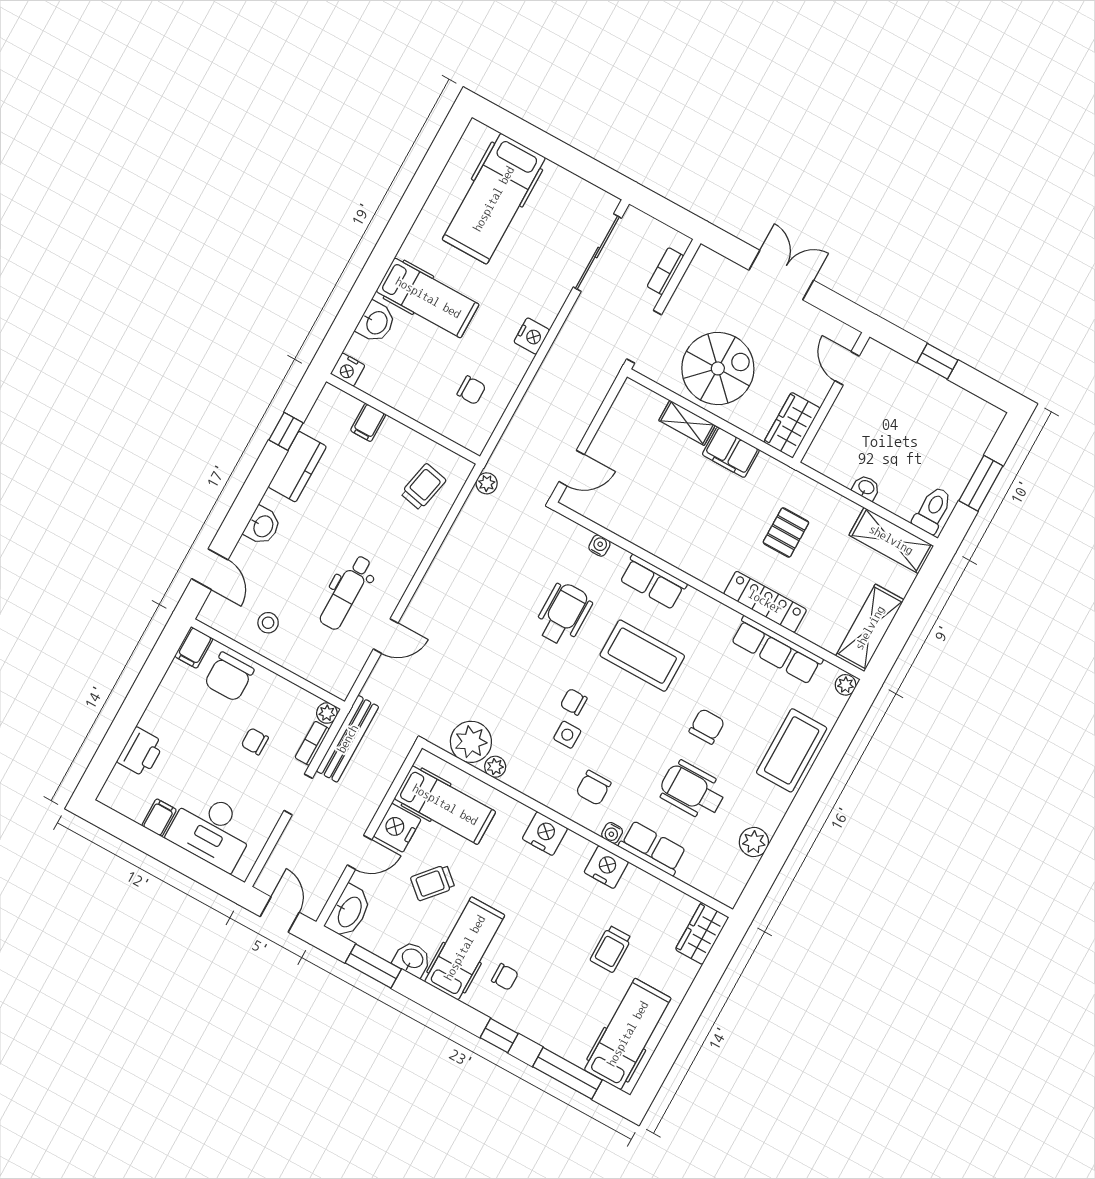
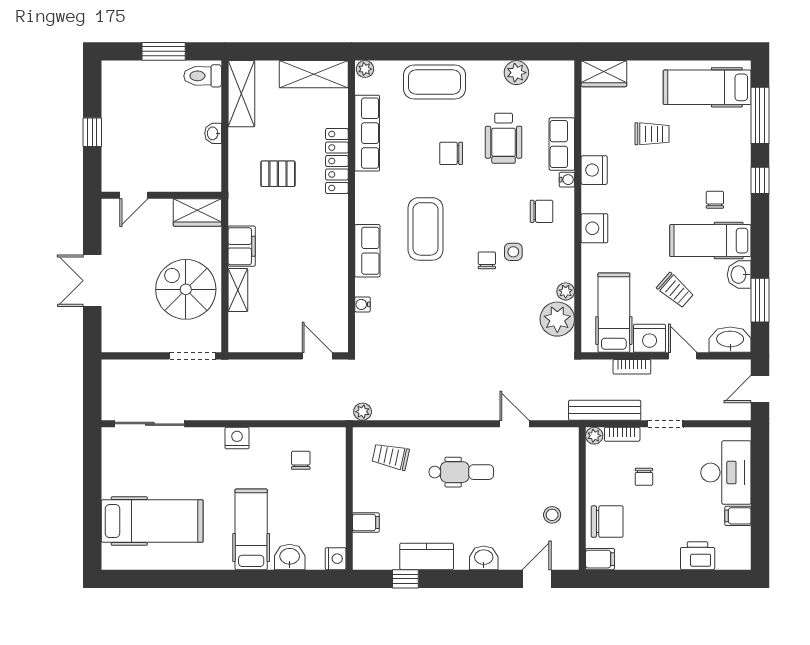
bookcase: (665, 271) -> (632, 367), moved
dental chair: (346, 592) -> (461, 472), moved
wheelchair: (563, 614) -> (427, 303), removed
chair: (574, 702) -> (487, 260), turned 180

